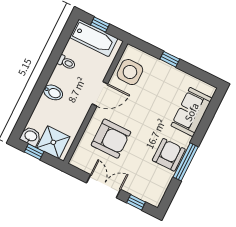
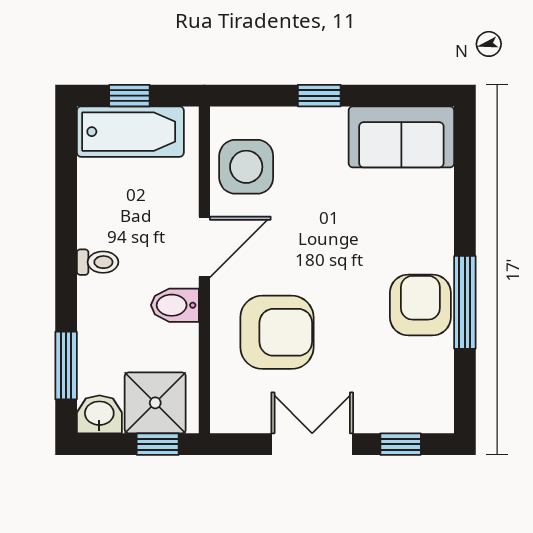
toilet: (66, 62) -> (98, 262), moved
bidet: (53, 92) -> (175, 305), moved, turned 180
window: (27, 112) -> (66, 365), added
sofa: (192, 112) -> (401, 137), moved, turned -90
window: (34, 152) -> (158, 444), moved

